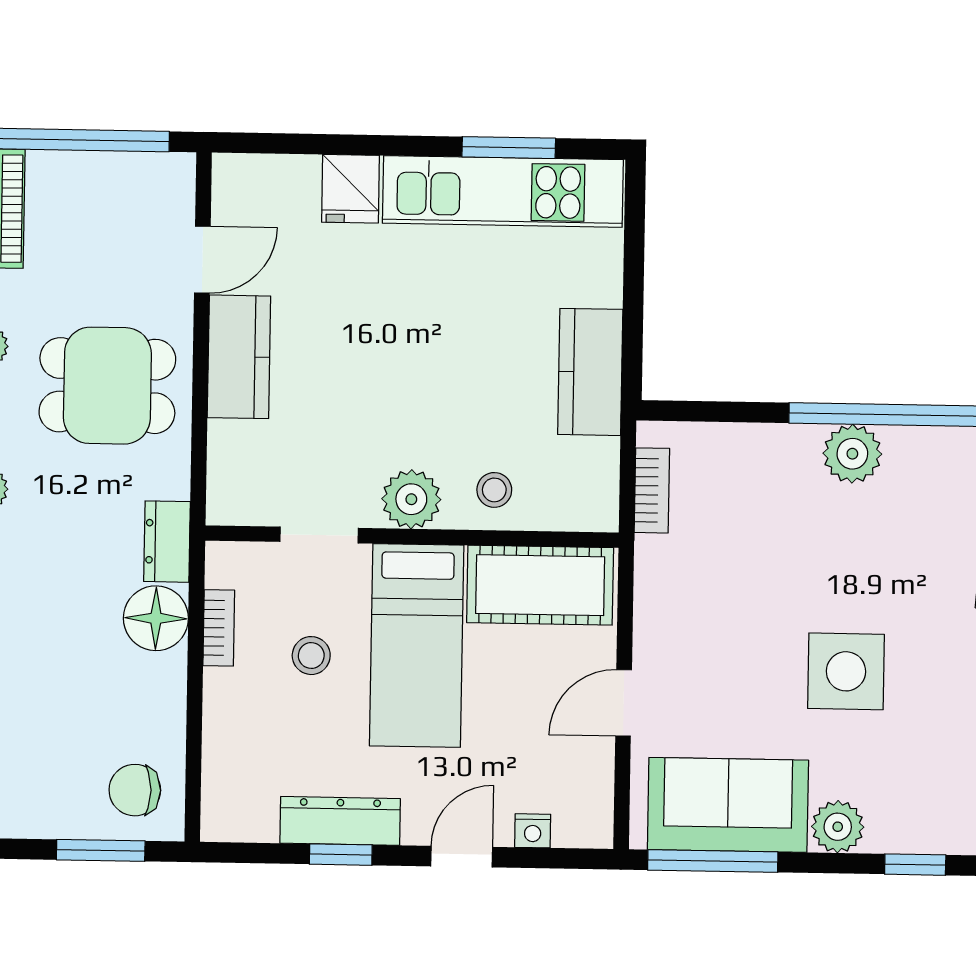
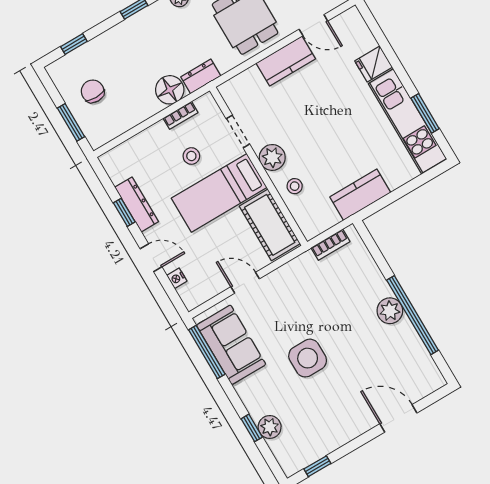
chair: (135, 790) -> (93, 91), moved
plant: (838, 827) -> (270, 427), moved

